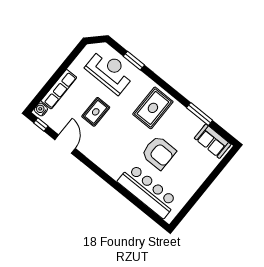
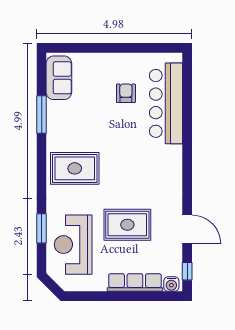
rug: (96, 112) -> (127, 225), width x1.36, depth x1.43
door: (65, 144) -> (187, 229), swing flipped
armchair: (159, 153) -> (126, 93), moved, width x0.53, depth x0.53

